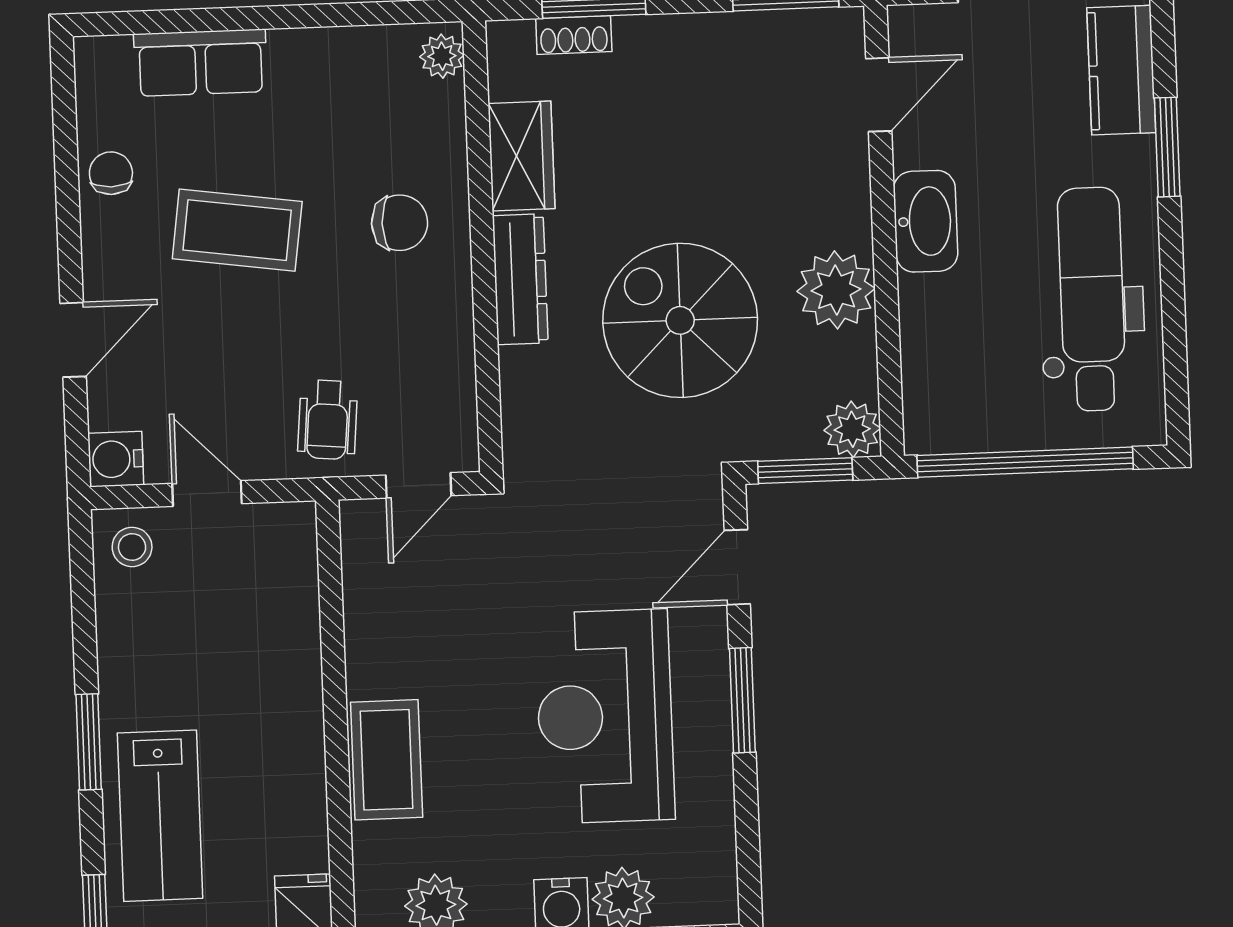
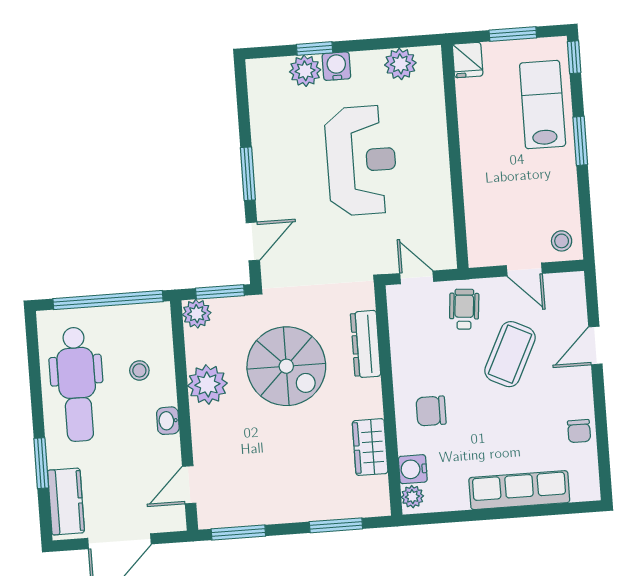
shoe rack: (574, 35) -> (346, 510), removed
row of seats: (200, 63) -> (519, 490), width x1.48
washbasin: (926, 221) -> (168, 421), width x0.52, depth x0.69
coffee table: (237, 230) -> (510, 354), moved, turned -72
dresser: (520, 279) -> (366, 344), moved
stool: (968, 322) -> (139, 370), added
water cooler: (116, 459) -> (413, 469), moved, turned 180
door: (418, 485) -> (417, 277), hinge flipped
reception desk: (605, 716) -> (361, 161), moved
coffee table: (387, 760) -> (428, 137), removed

